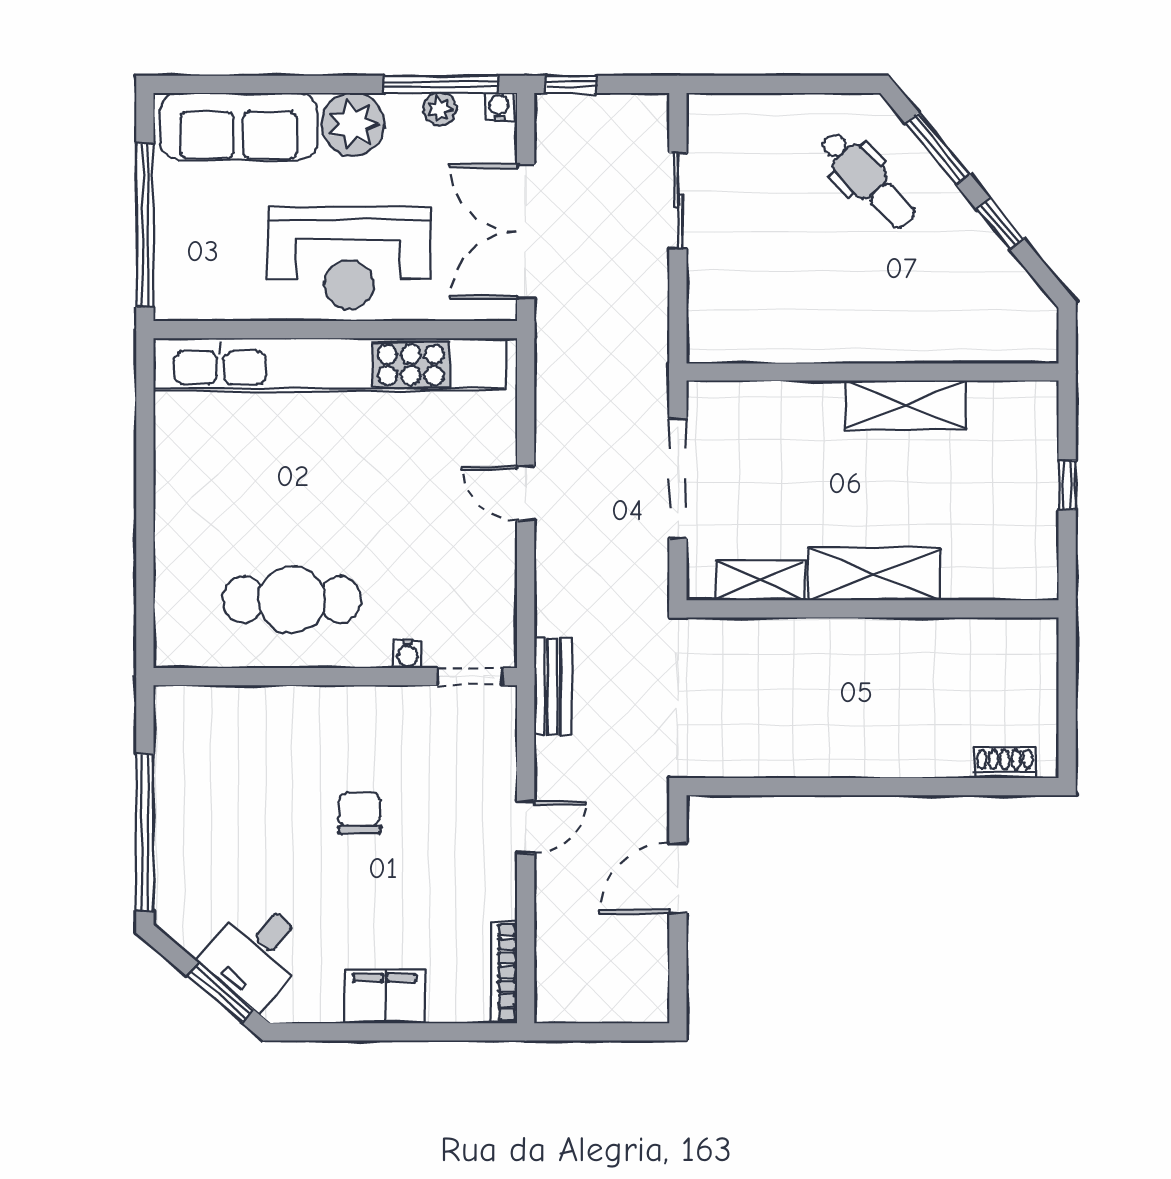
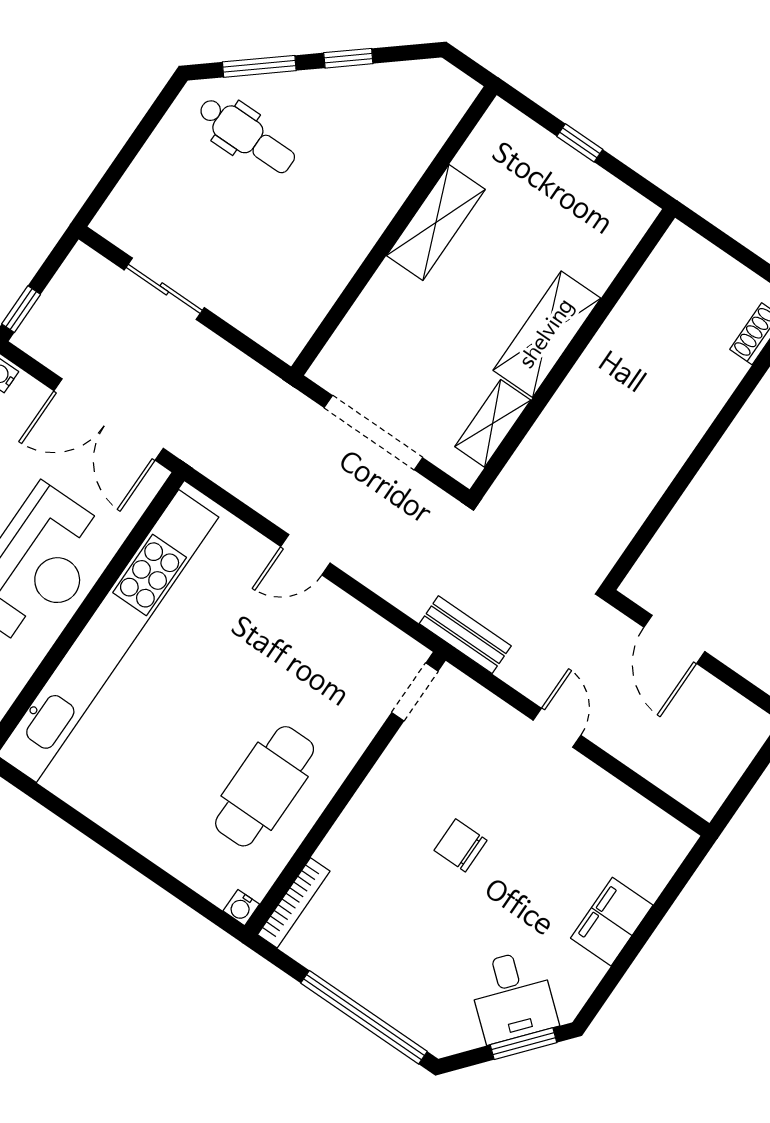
dental chair: (867, 180) -> (247, 135), turned 44
water cooler: (408, 654) -> (241, 908), moved, turned 90
bookcase: (504, 972) -> (294, 903), moved, turned -90

